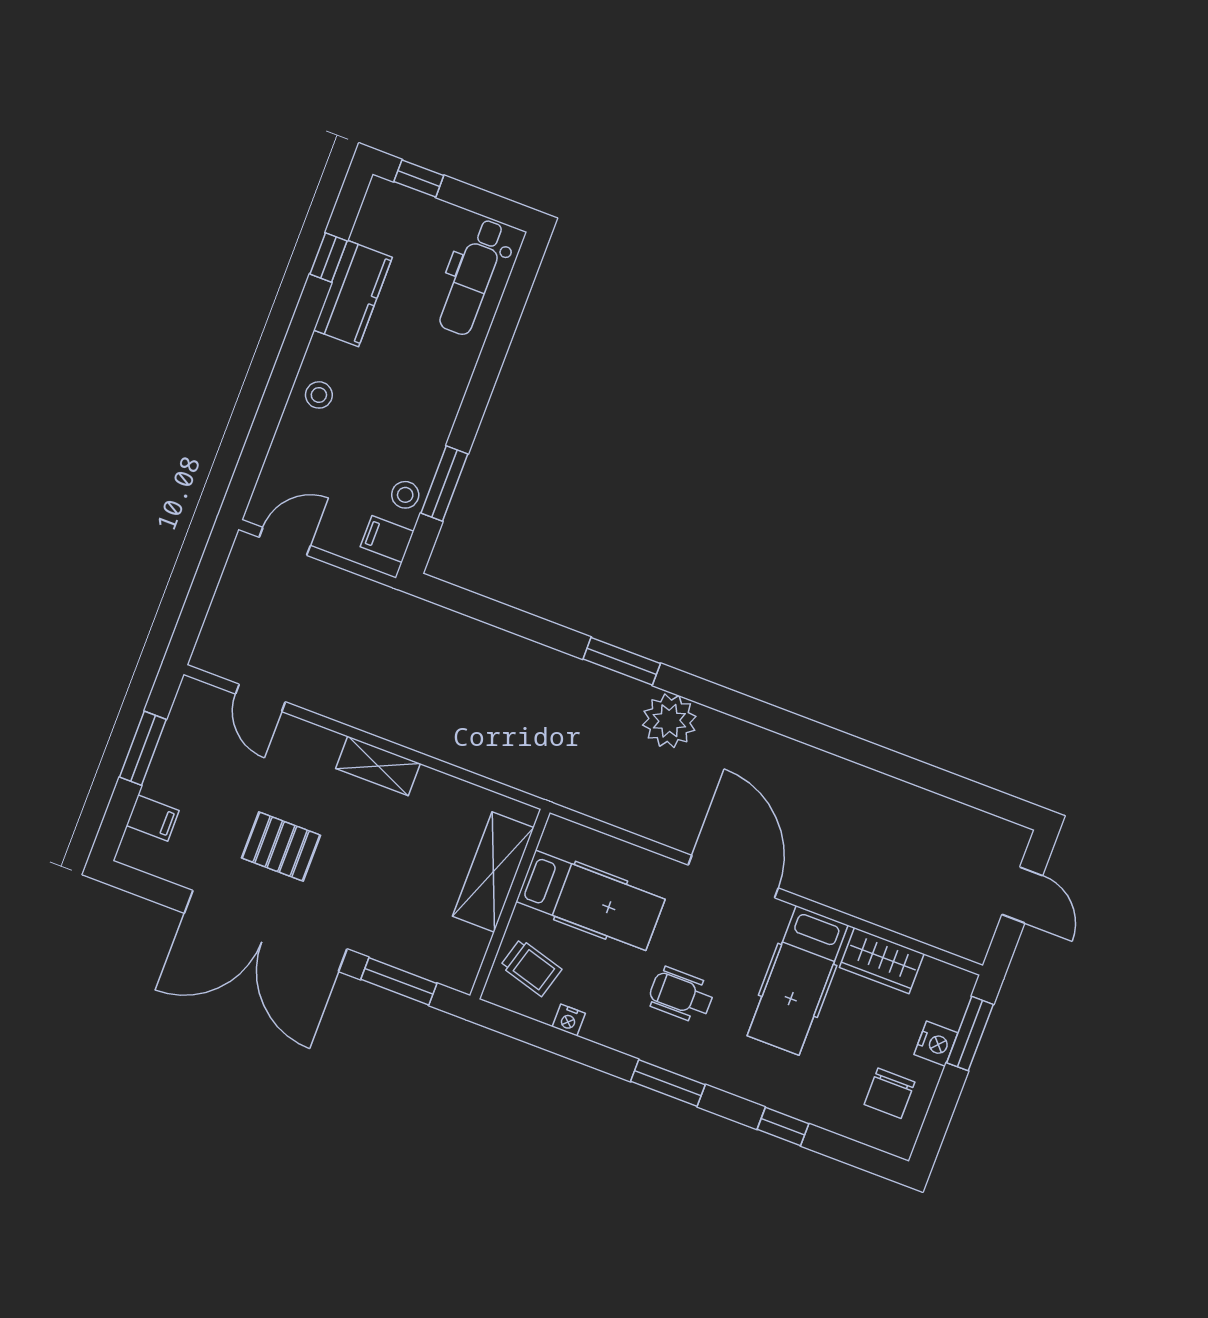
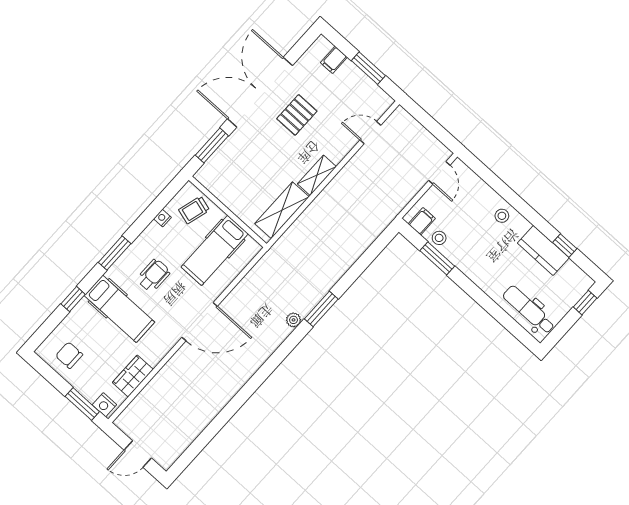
plant: (669, 721) -> (293, 320), width x0.53, depth x0.53
shelving: (493, 872) -> (282, 210), moved, turned 90
hospital bed: (798, 980) -> (119, 309), moved, turned 180
nightstand: (936, 1044) -> (104, 405), moved

